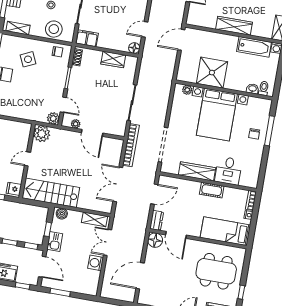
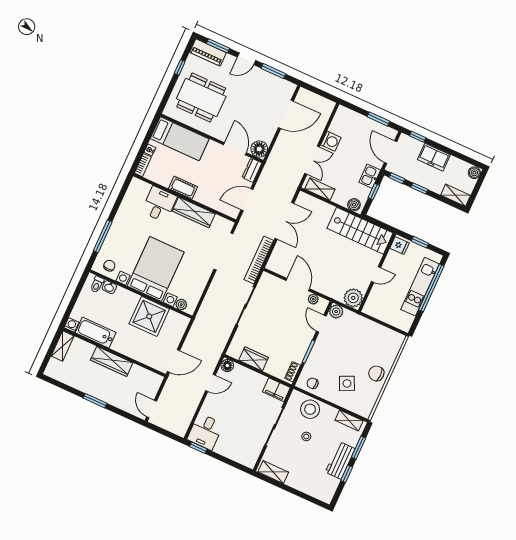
chair: (254, 134) -> (109, 266), moved

